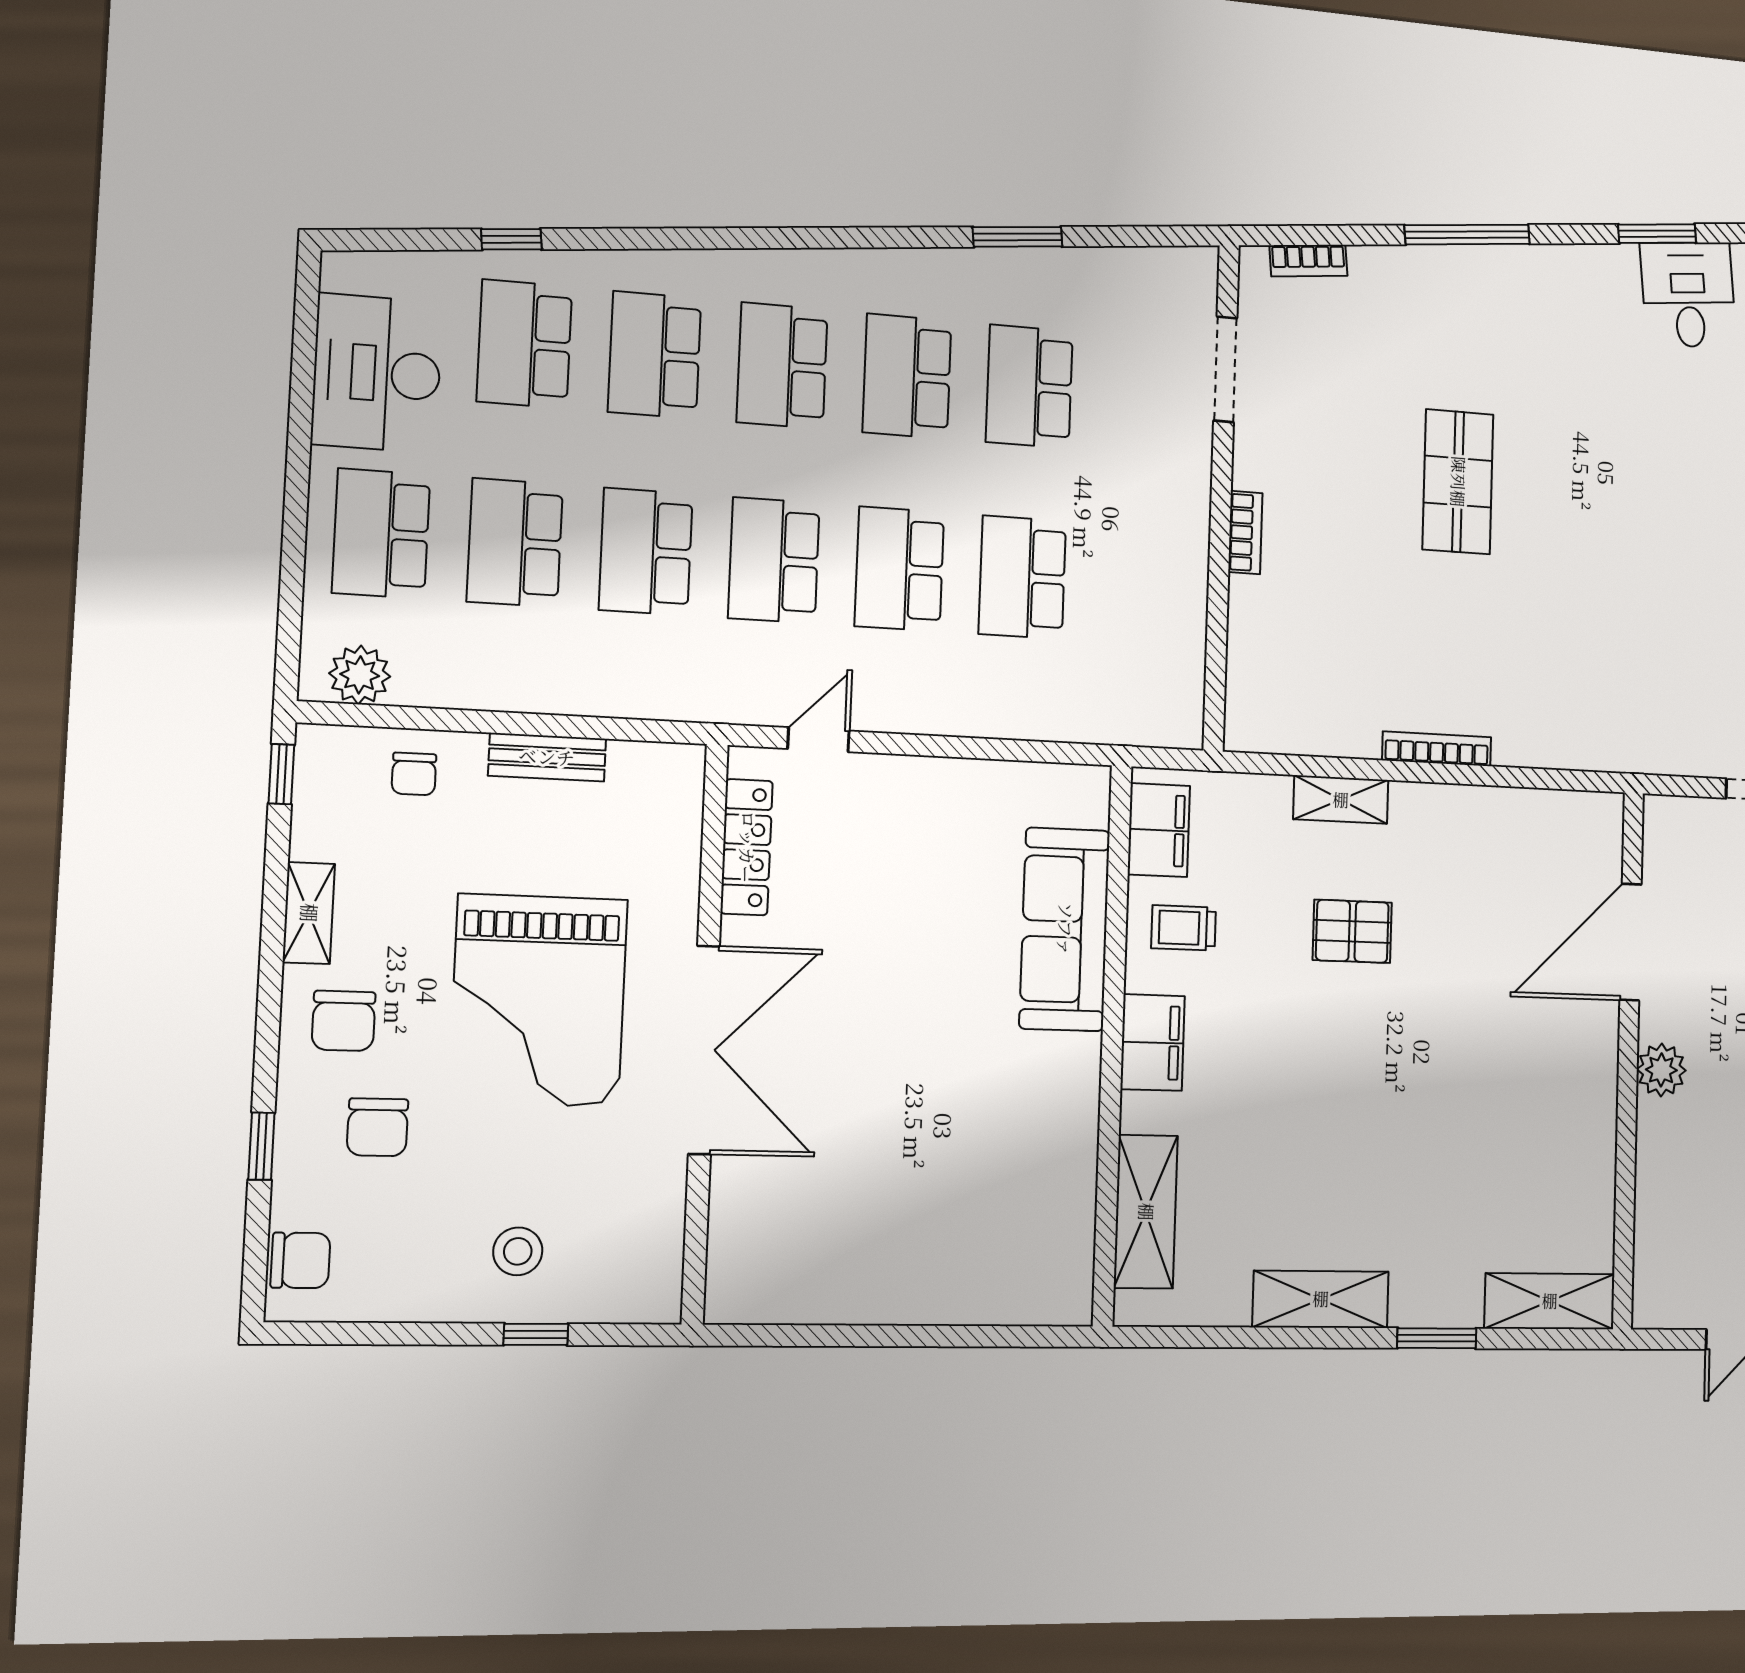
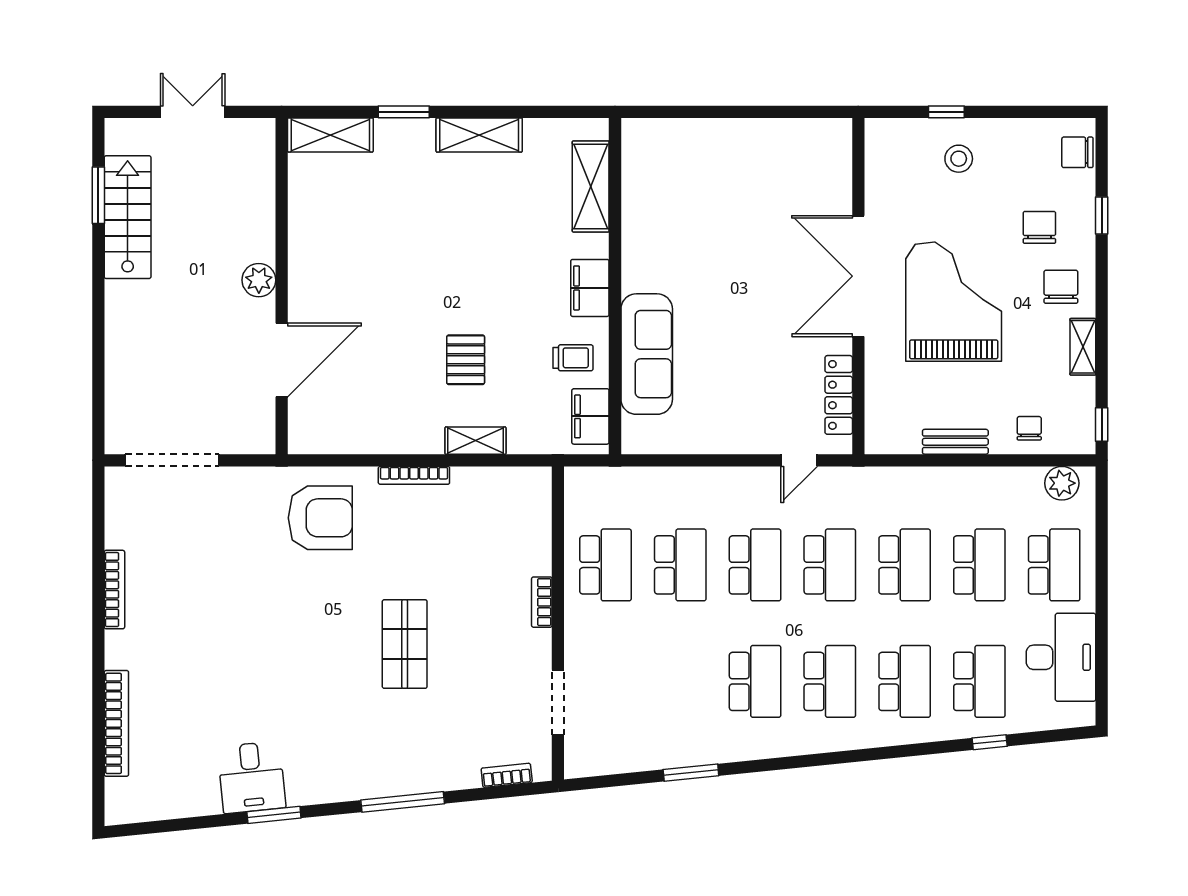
school desk: (1029, 387) -> (605, 565), moved
armchair: (1579, 690) -> (320, 518), added
pallet: (1352, 931) -> (466, 360), turned 90

